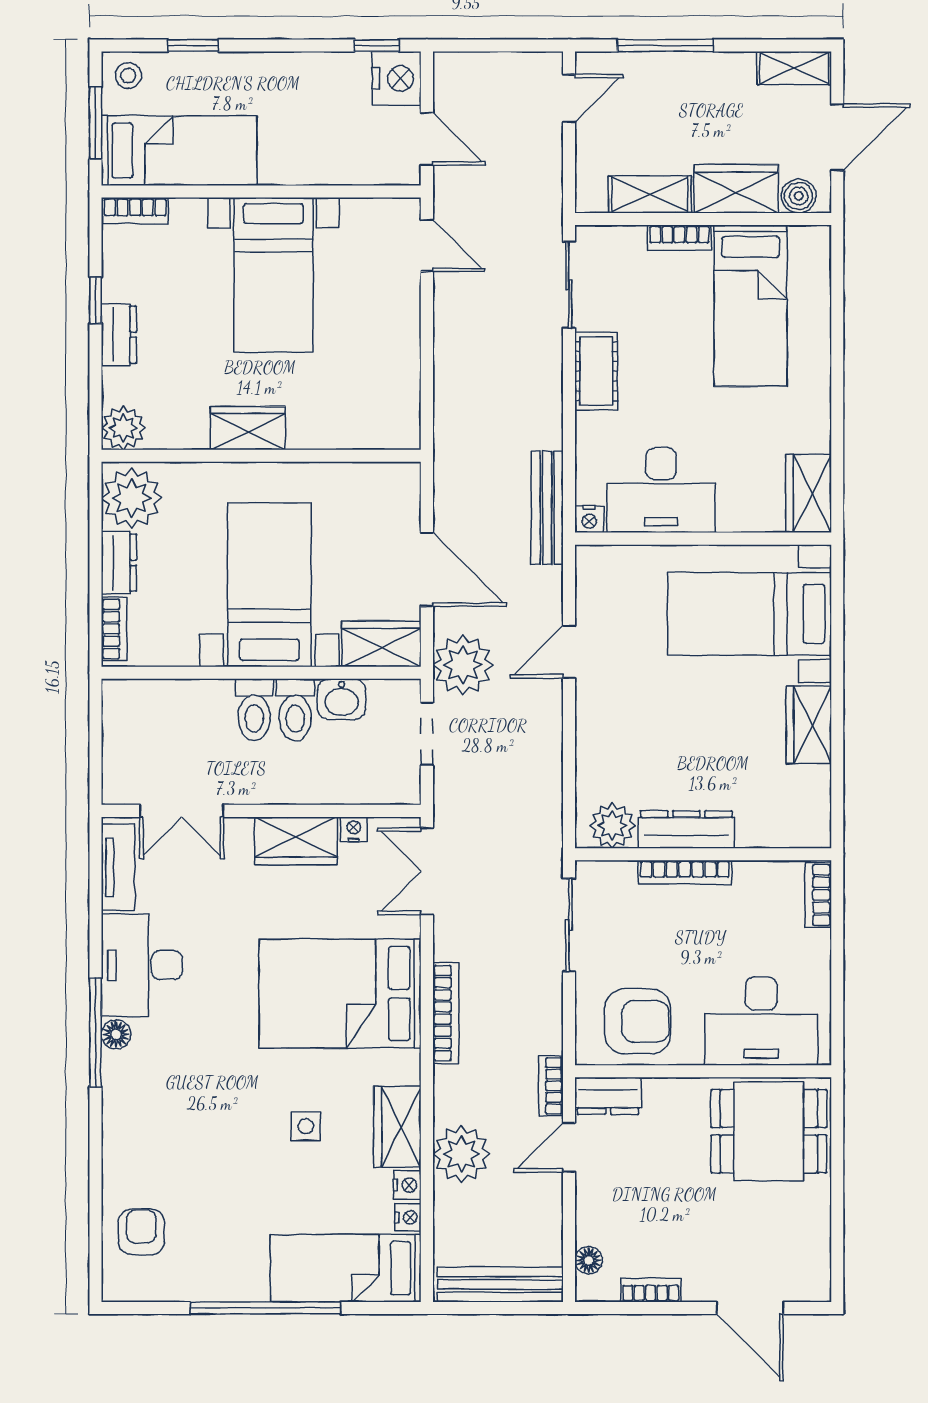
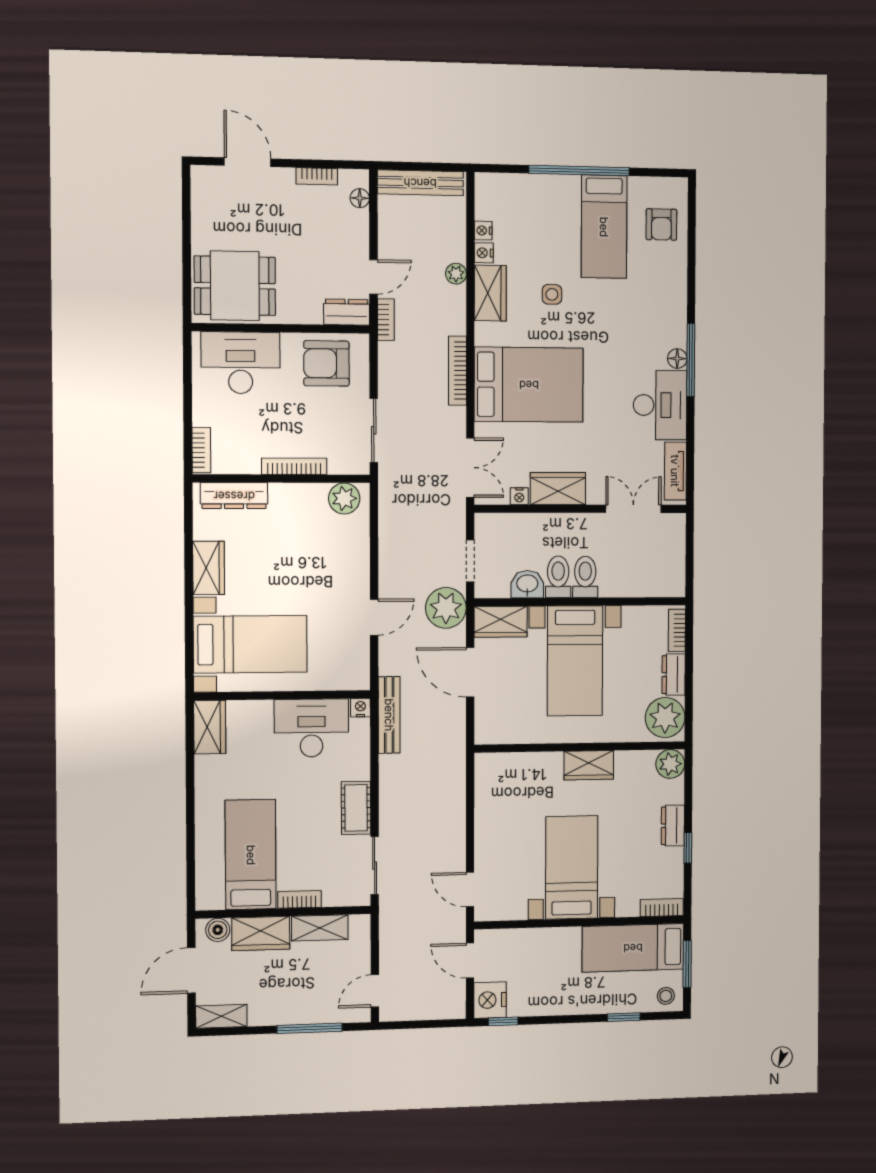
dresser: (686, 829) -> (234, 496), moved
plant: (461, 1154) -> (456, 274), width x0.53, depth x0.53
bed: (346, 1268) -> (604, 227), moved, turned 90

